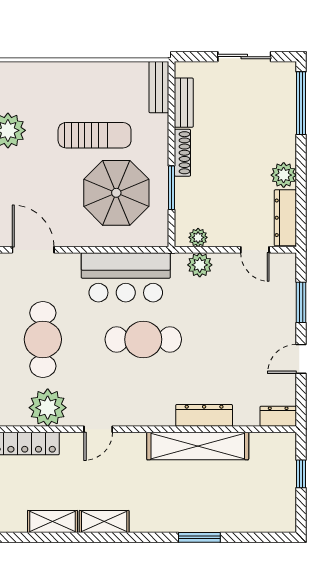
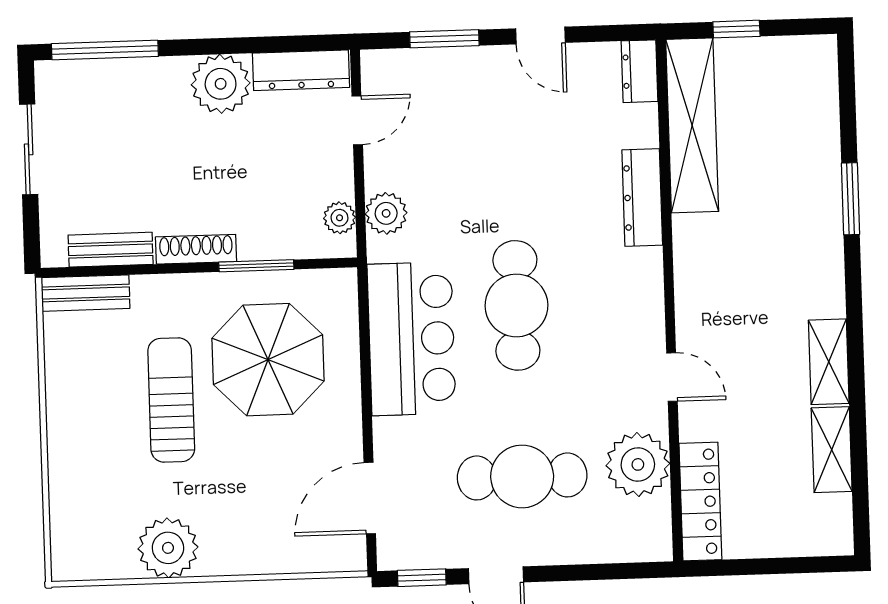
plant: (284, 175) -> (221, 84), width x1.36, depth x1.36
shelving: (198, 446) -> (692, 125), moved

